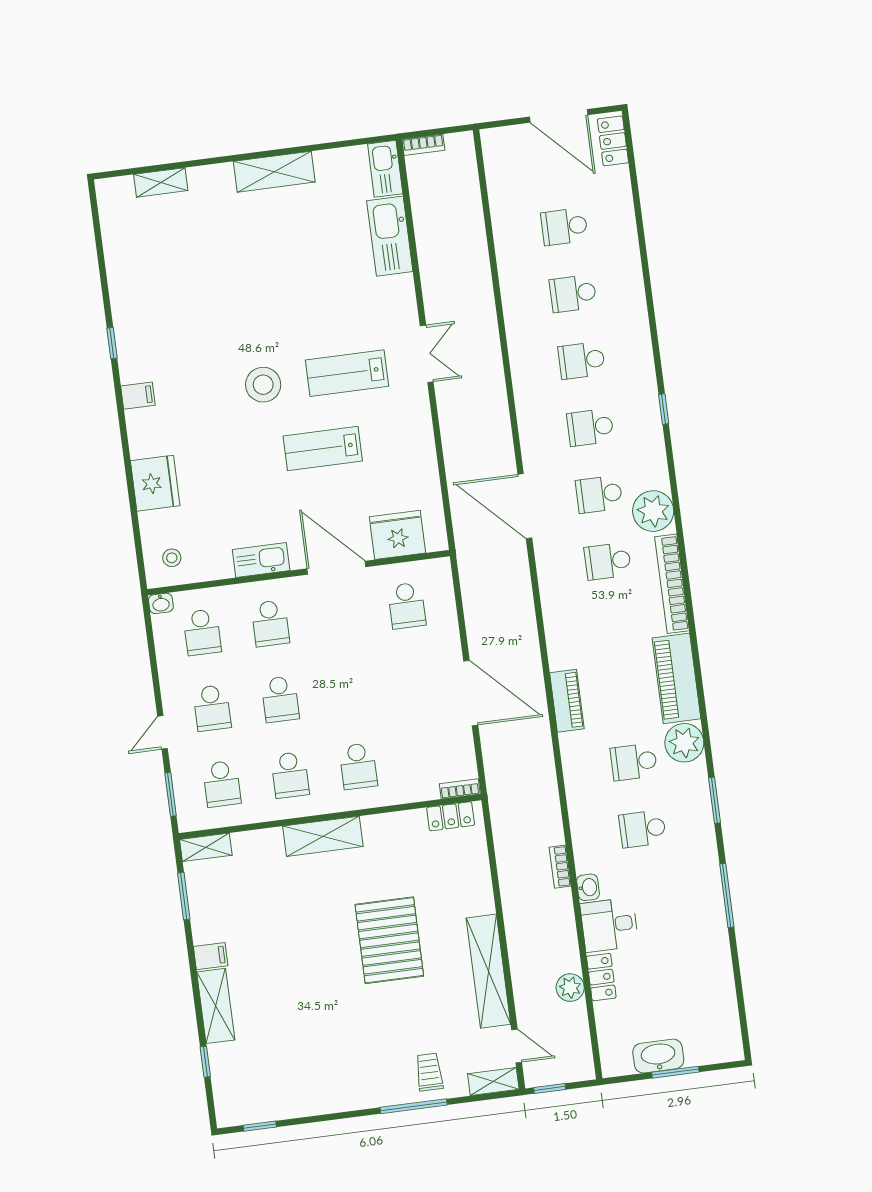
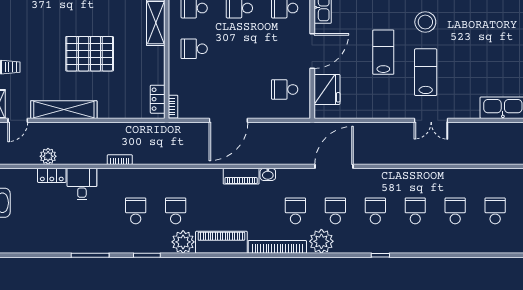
piano: (567, 701) -> (241, 176), moved
washbasin: (588, 887) -> (268, 174), moved

